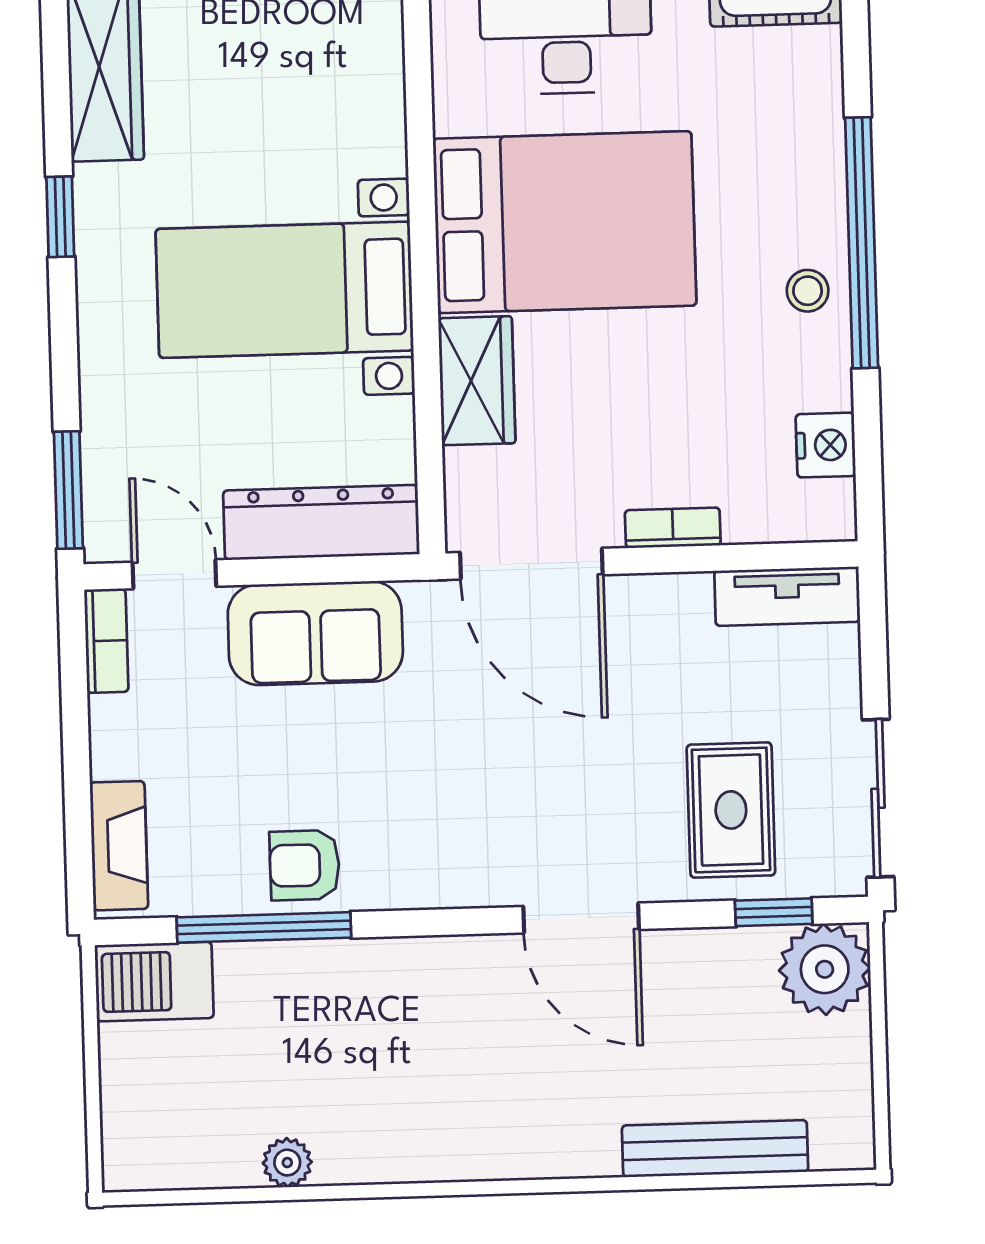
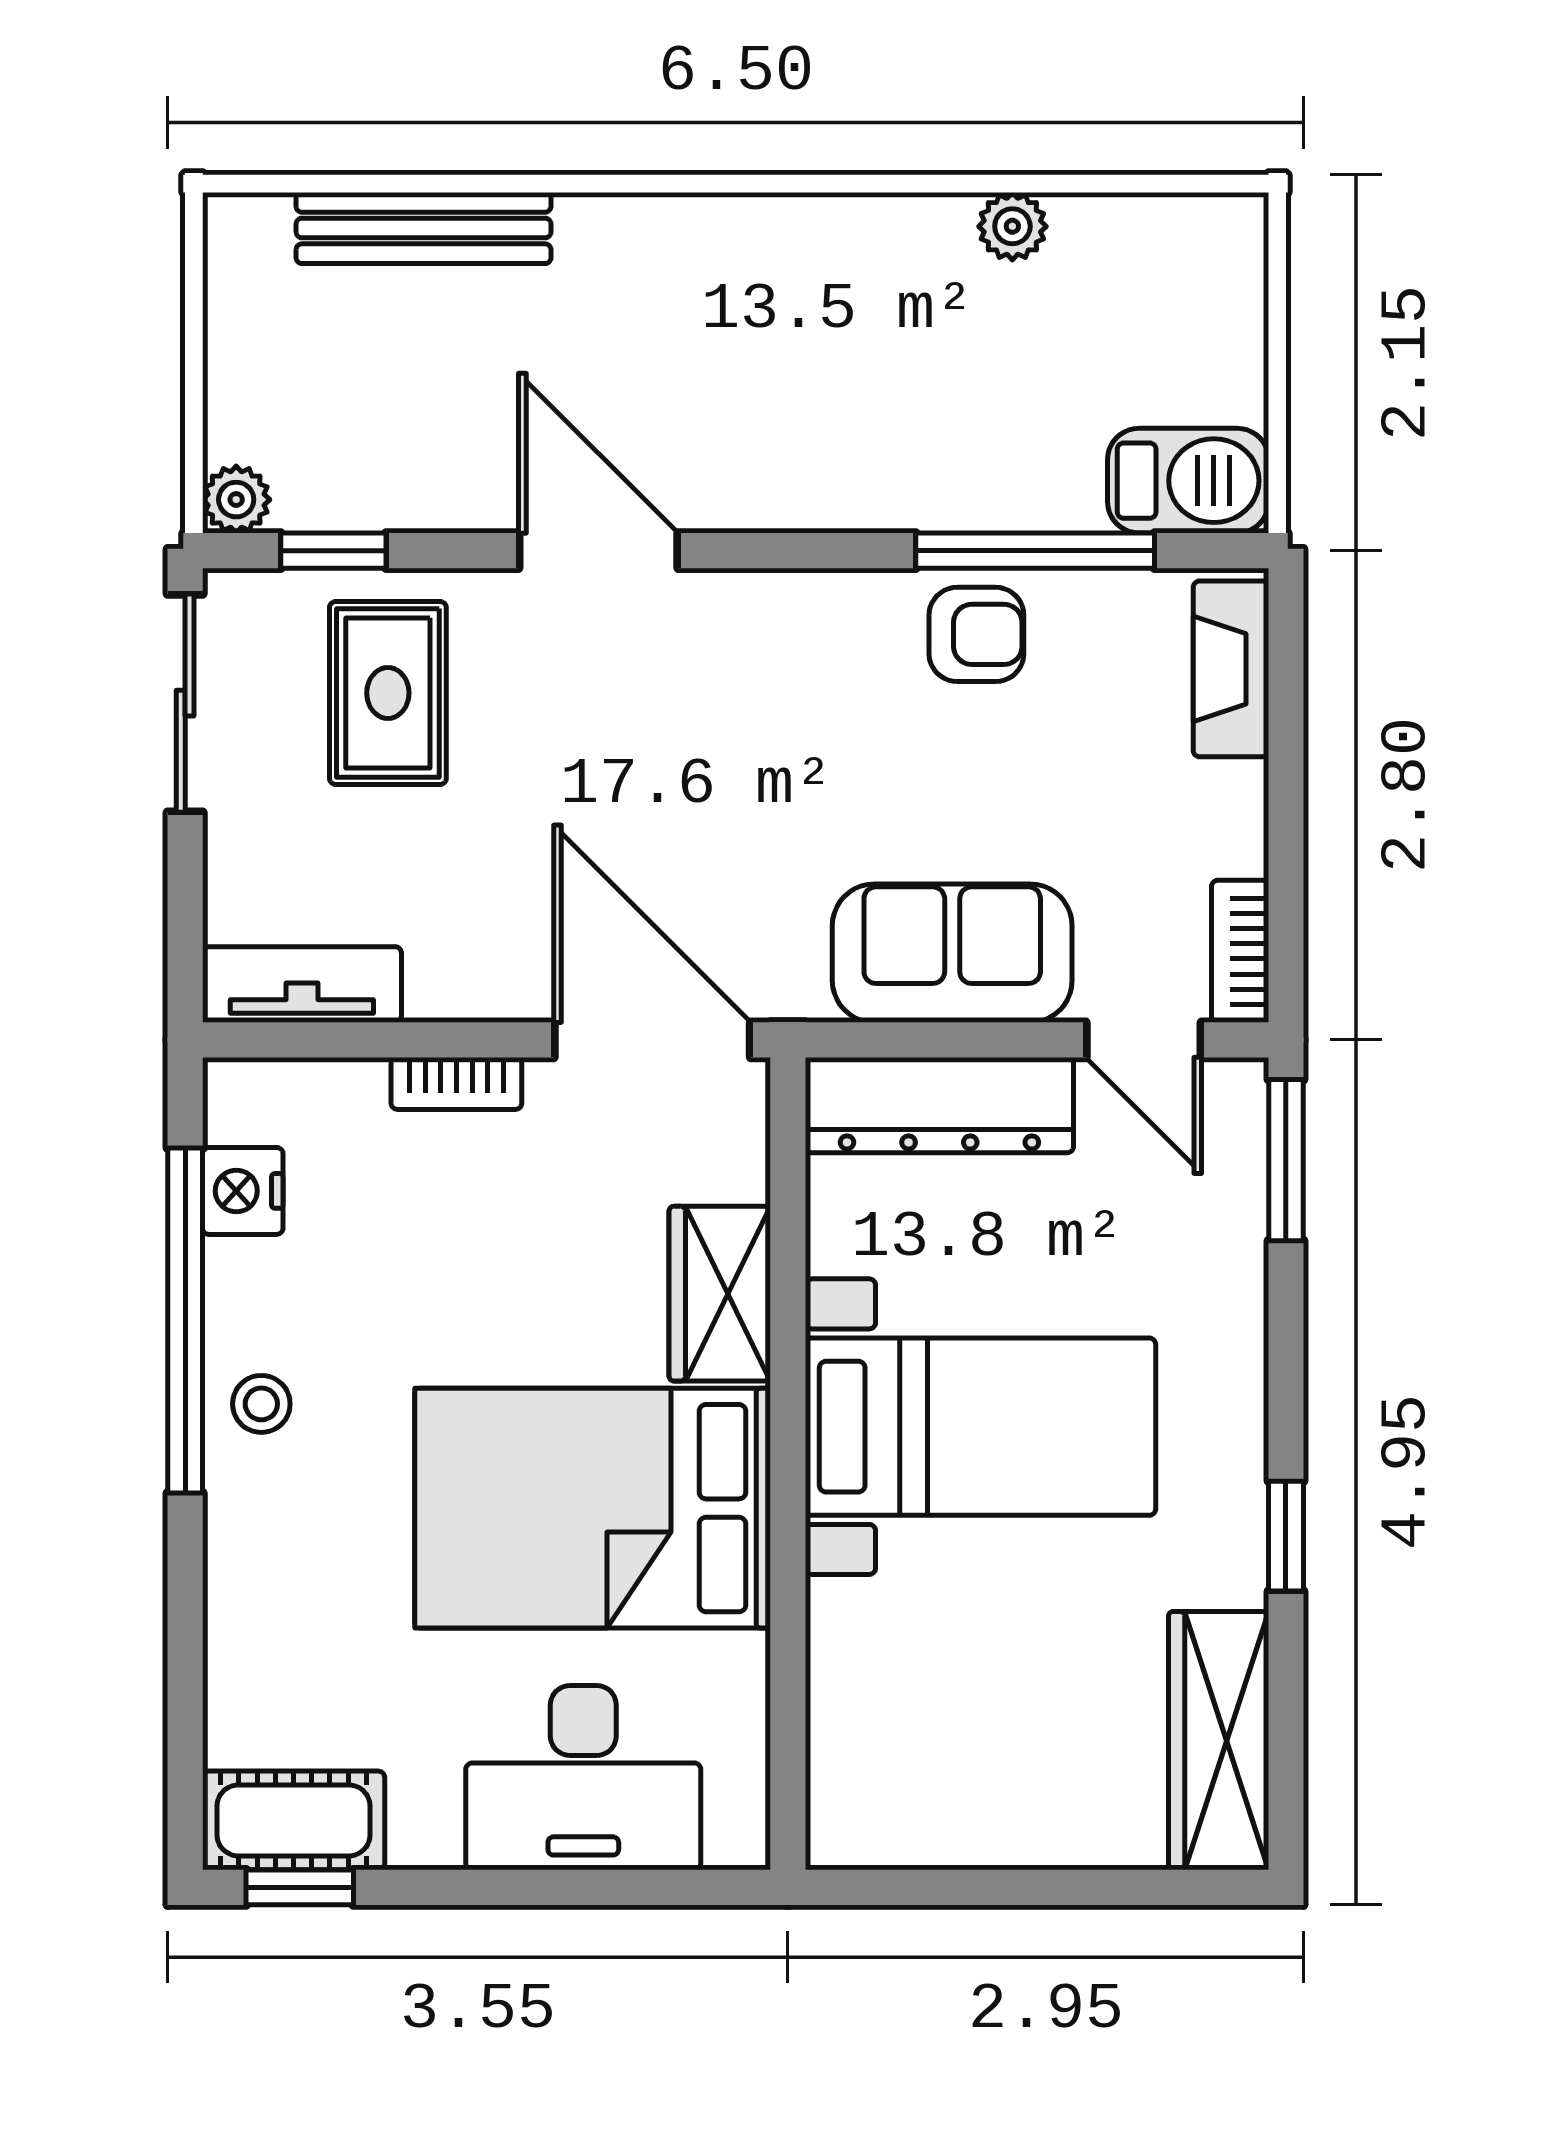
window: (862, 243) -> (185, 1321), moved
plant: (825, 969) -> (236, 500), width x0.53, depth x0.53

